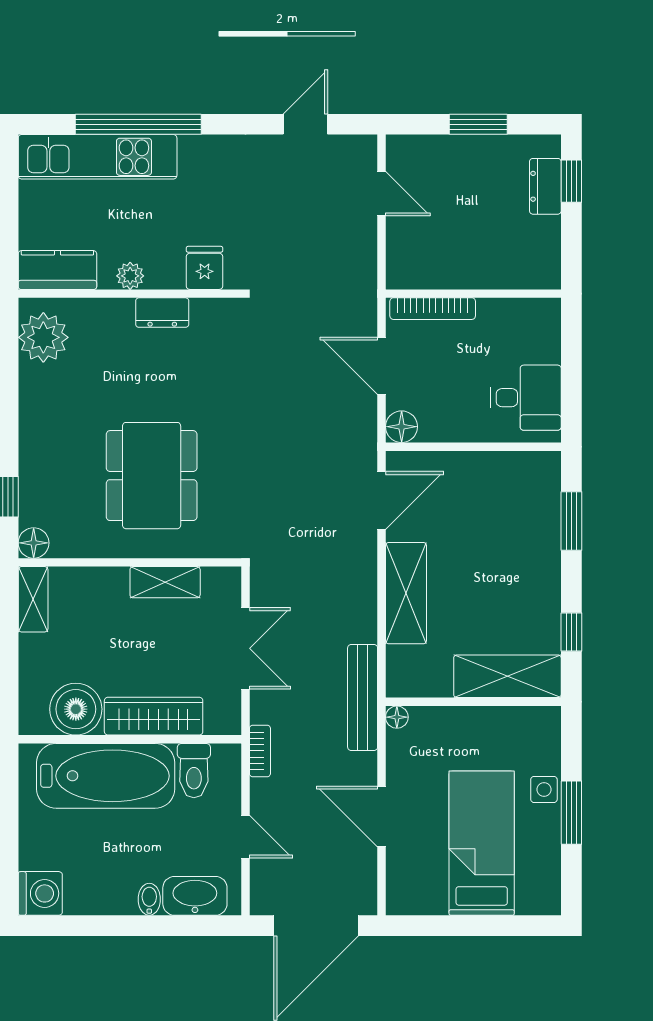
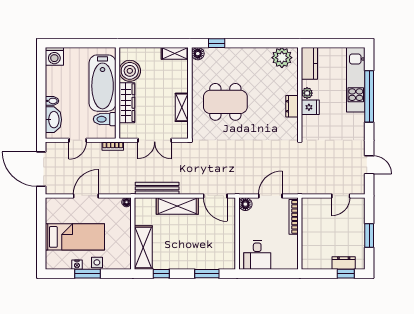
fridge: (205, 268) -> (310, 107), moved
bench: (363, 697) -> (157, 188), moved
nightstand: (549, 838) -> (77, 265), added

